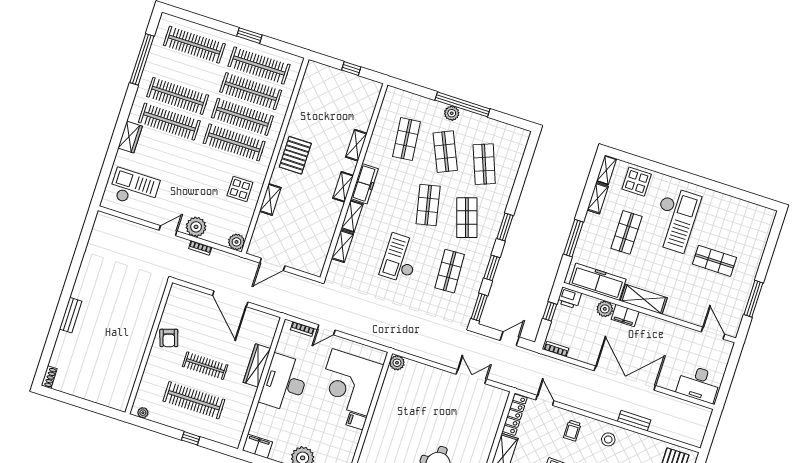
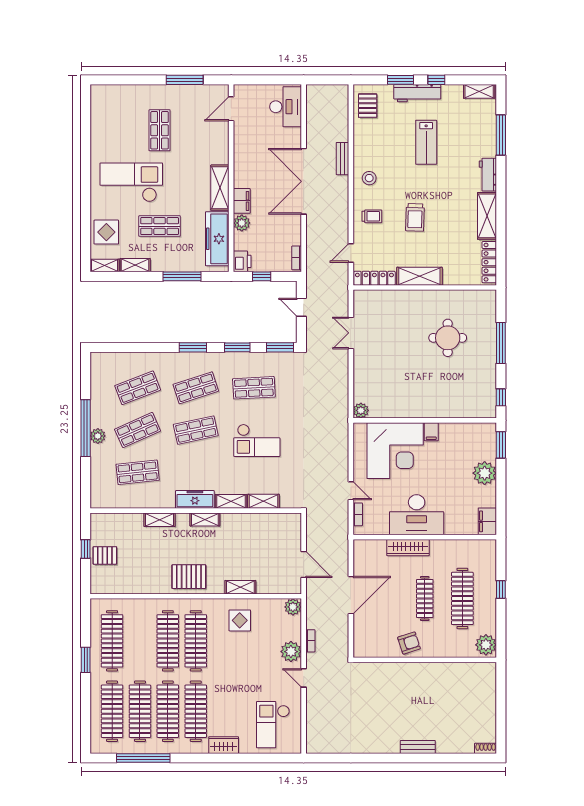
pallet: (340, 84) -> (105, 555), added
clothes rail: (251, 91) -> (140, 711), moved
plant: (143, 413) -> (486, 645), width x1.87, depth x1.87

